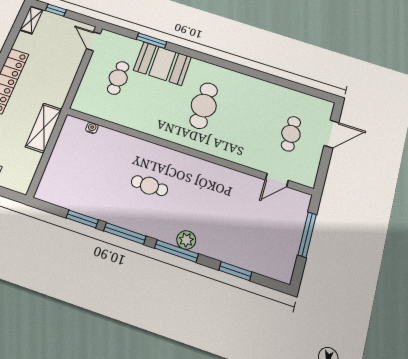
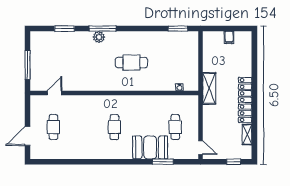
shelving: (31, 20) -> (247, 134), moved
cafe table: (204, 106) -> (114, 127), width x0.73, depth x0.74
shelving: (44, 128) -> (209, 88), moved
cafe table: (149, 186) -> (131, 63), width x1.37, depth x1.35
window: (82, 219) -> (178, 29), moved
window: (125, 233) -> (136, 29), removed

